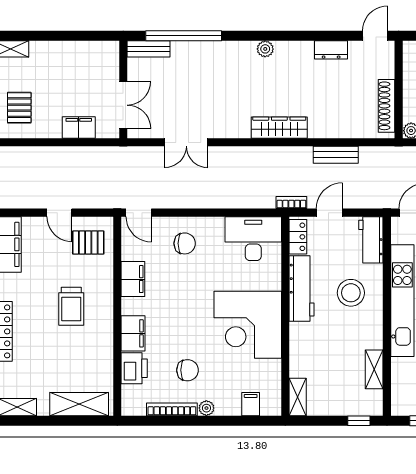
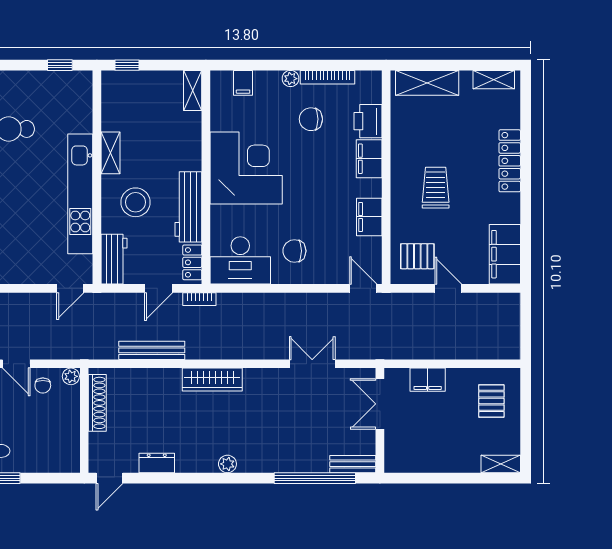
bench: (336, 155) -> (152, 350), width x1.36
chair: (185, 243) -> (294, 251), moved
shelving: (374, 369) -> (110, 153), moved

